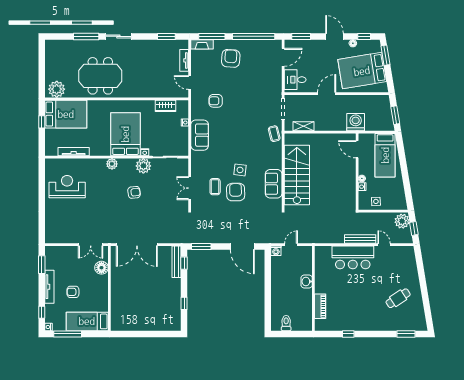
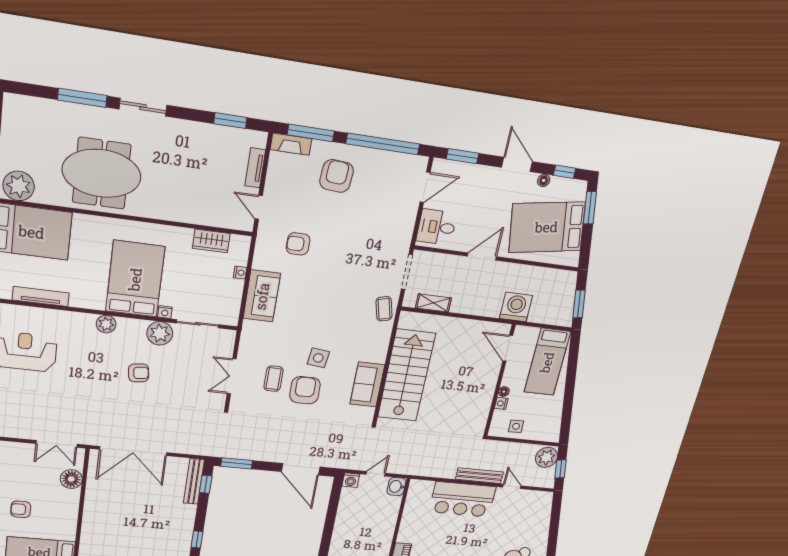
washbasin: (307, 282) -> (396, 487), moved

